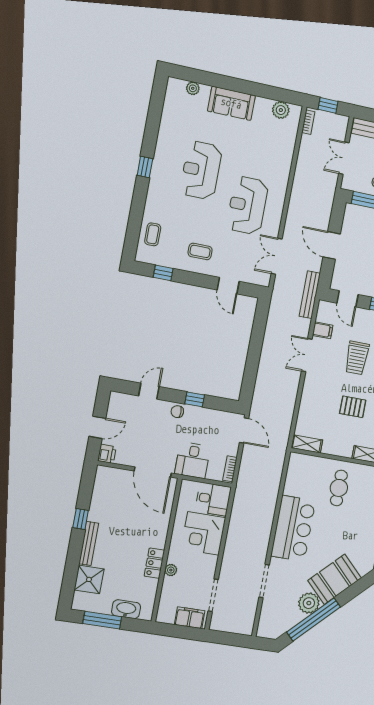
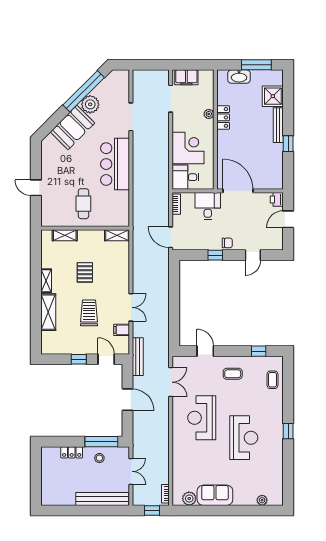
sofa: (231, 103) -> (215, 495), moved
reception desk: (247, 205) -> (202, 418), turned 180
pallet: (353, 407) -> (85, 272), turned 90

